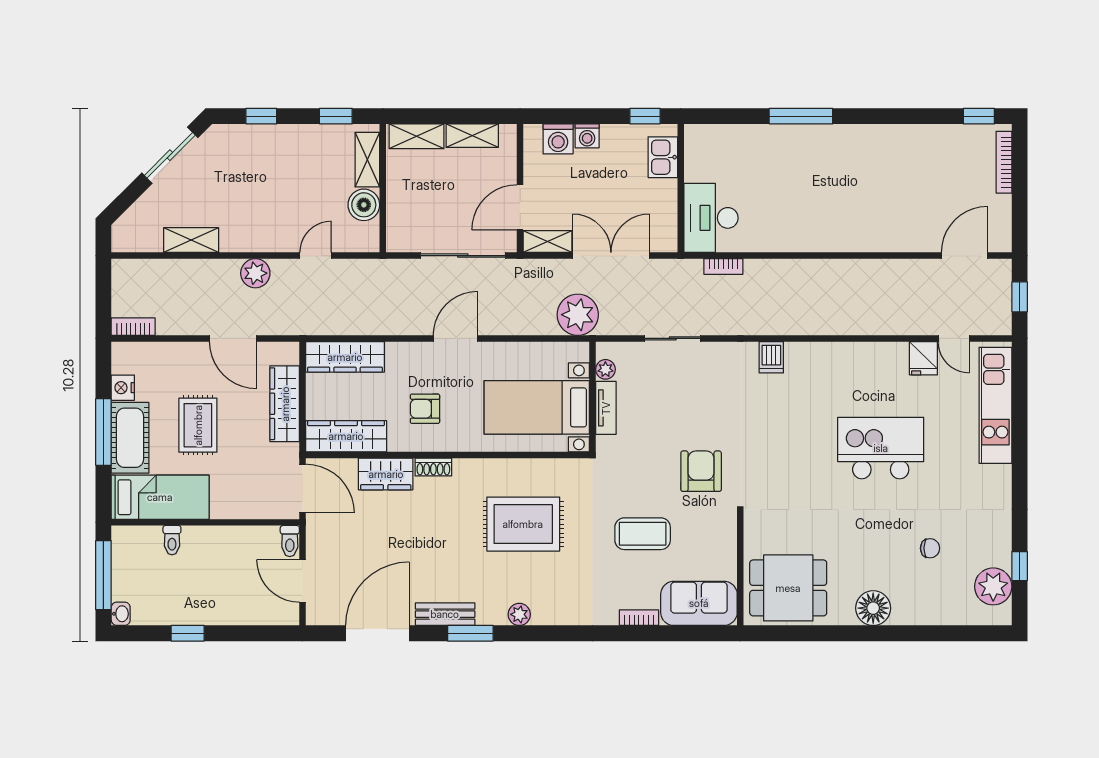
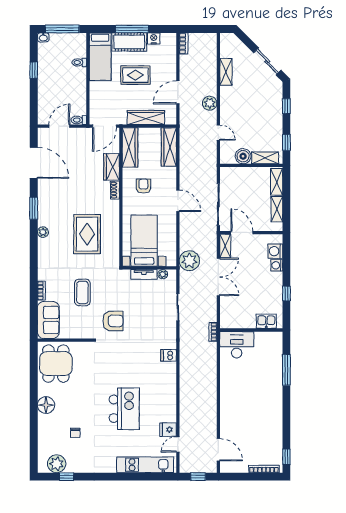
kitchen sink: (663, 157) -> (266, 321), moved
wall: (681, 188) -> (251, 330), moved
desk: (711, 218) -> (237, 345), moved
bench: (445, 614) -> (43, 196), removed

